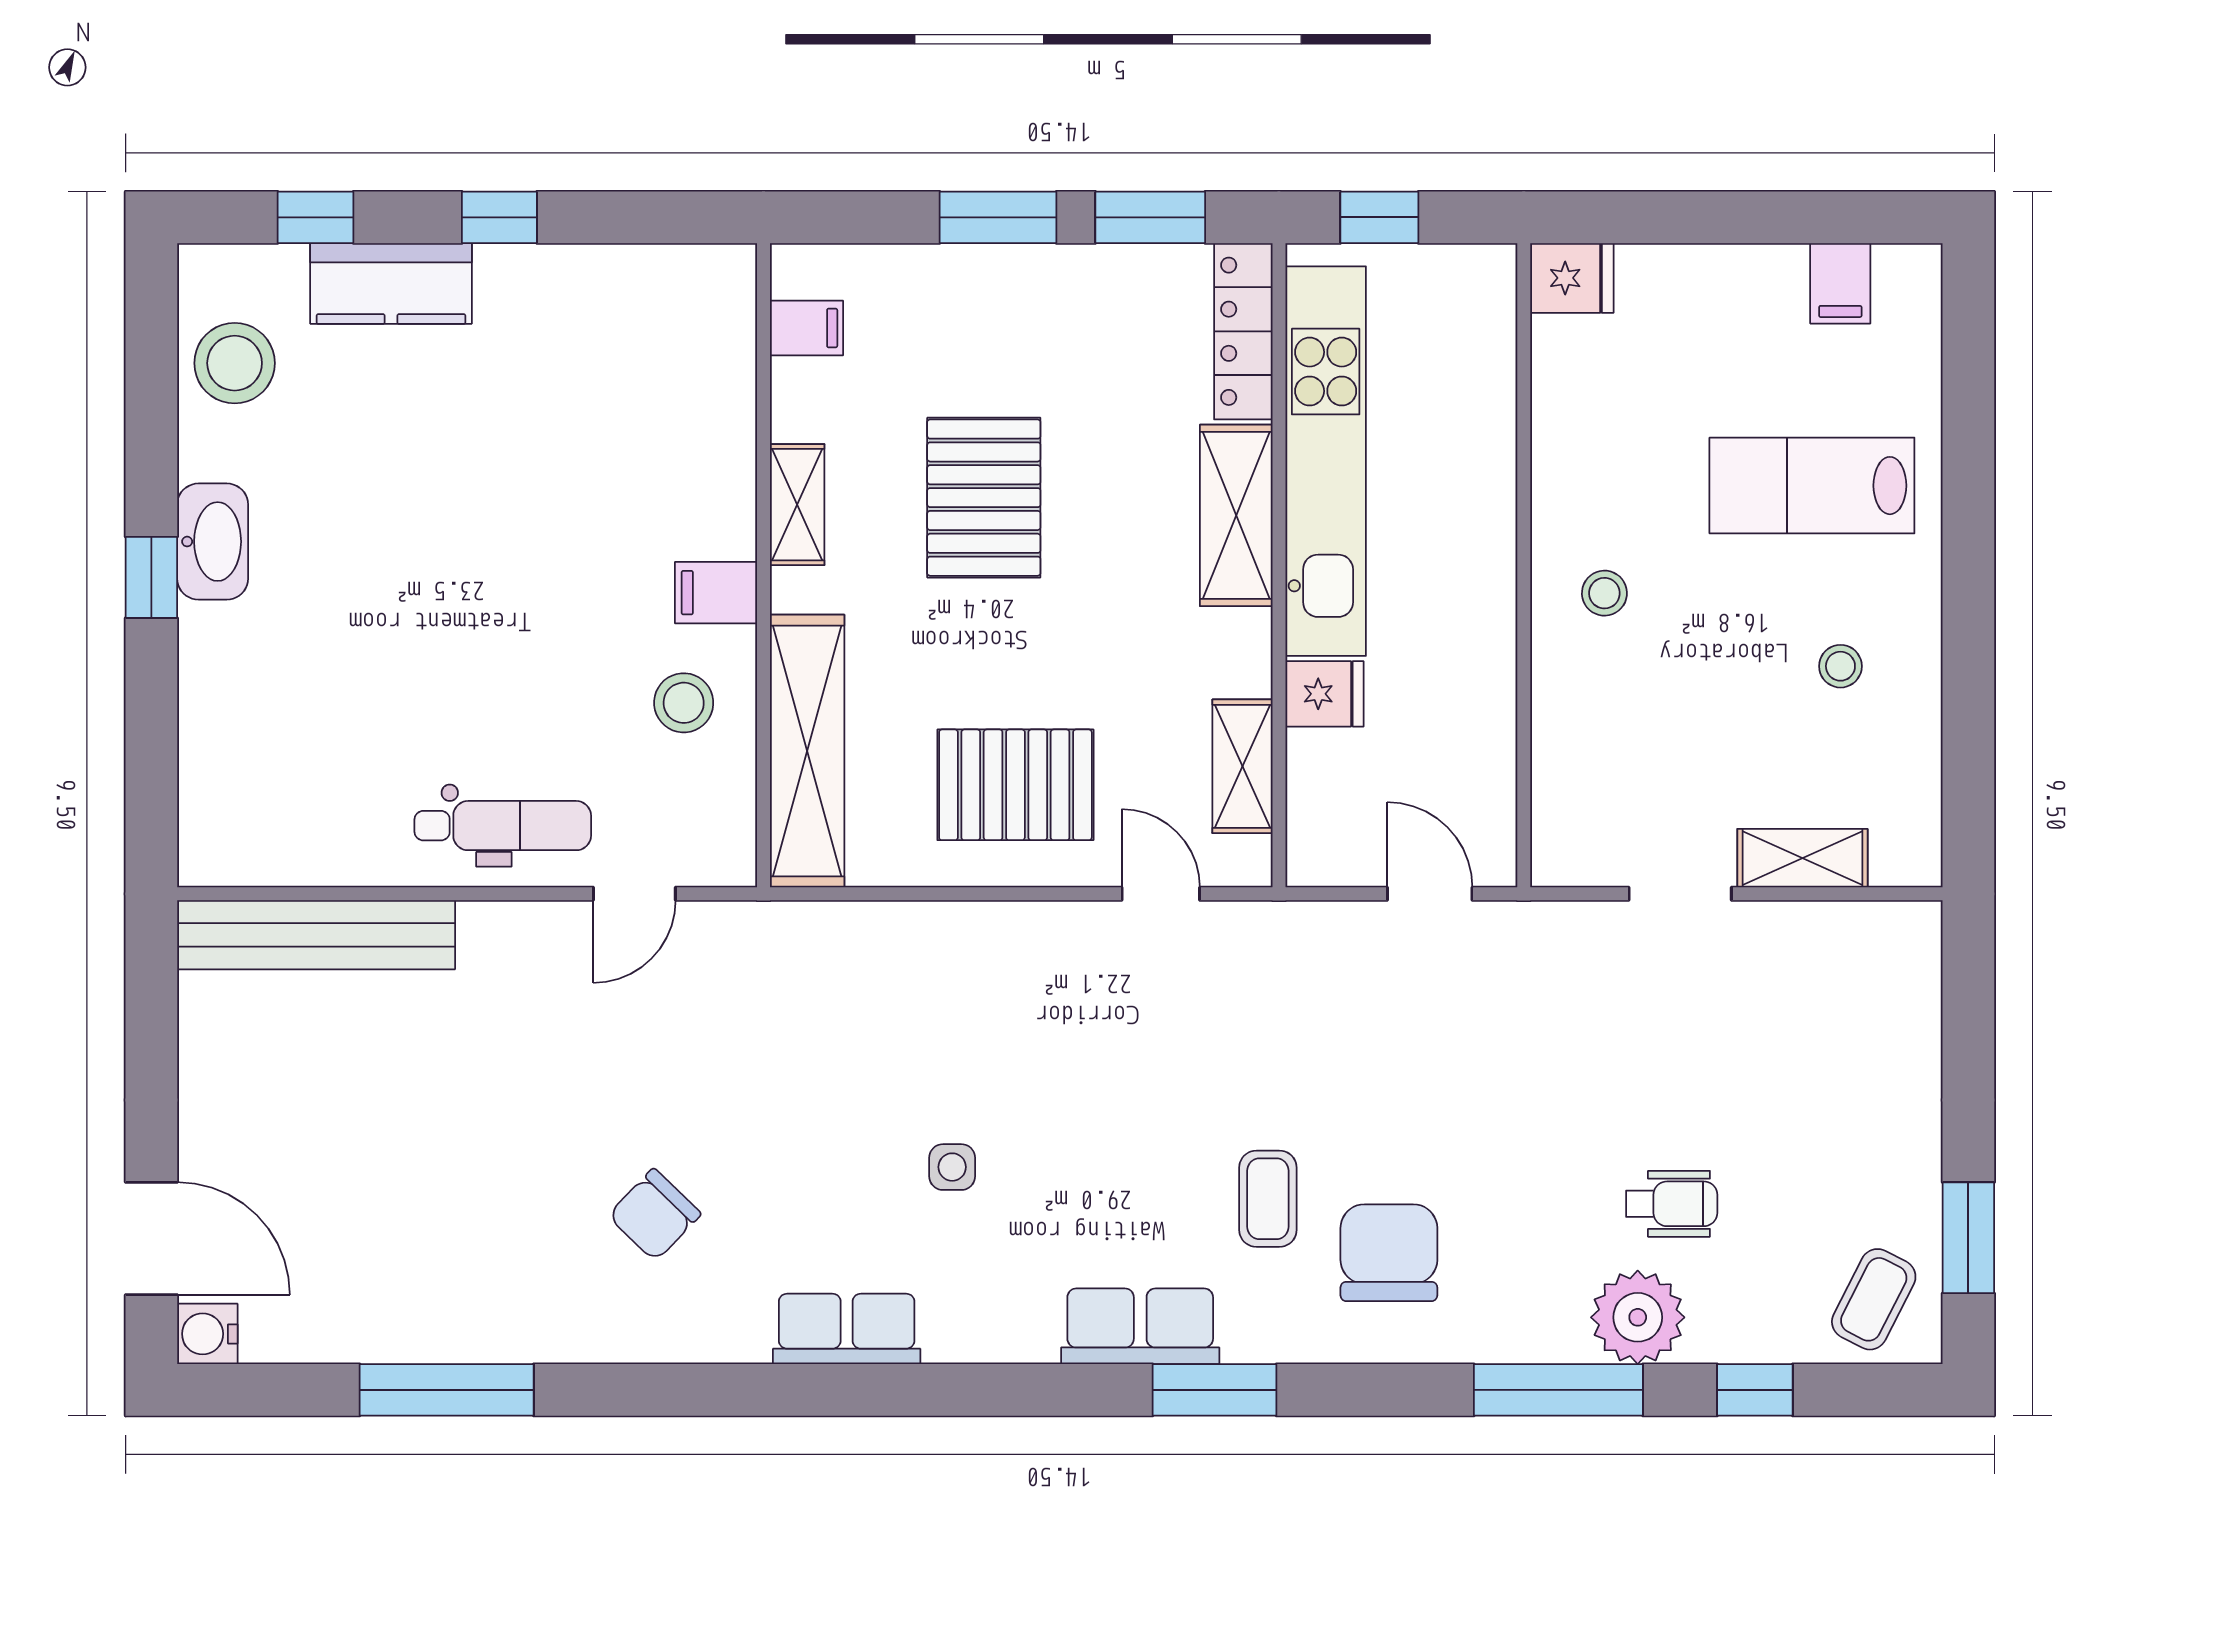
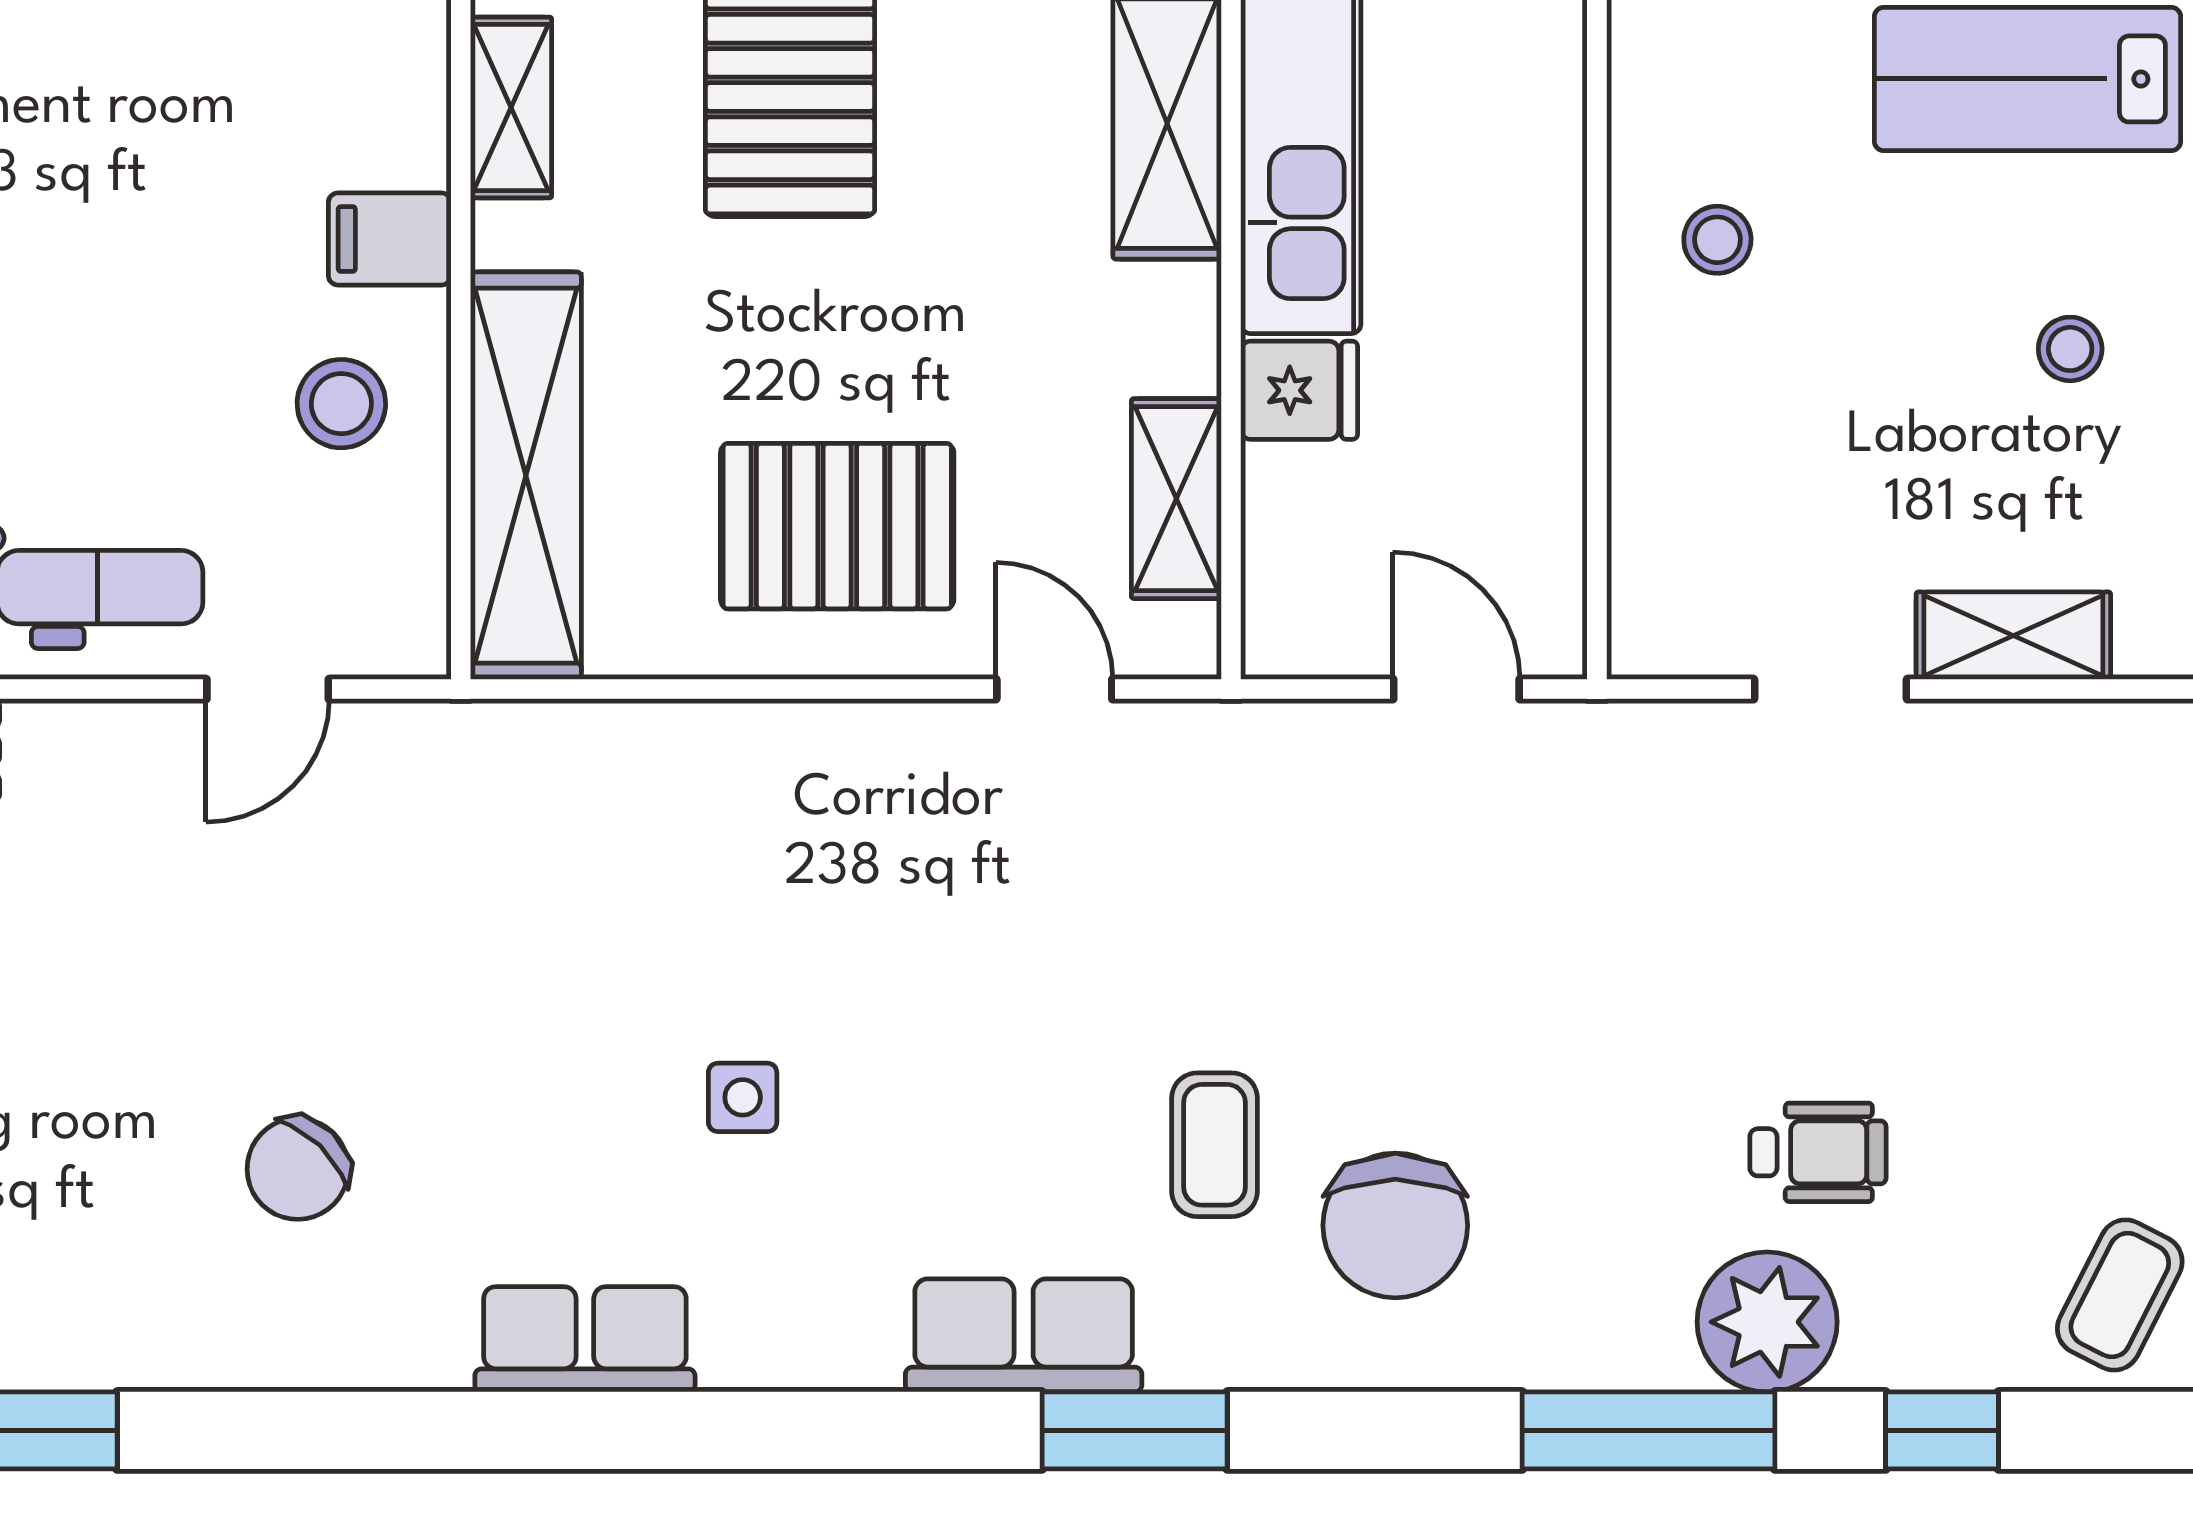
chair: (1389, 1253) -> (1395, 1225), turned 180

